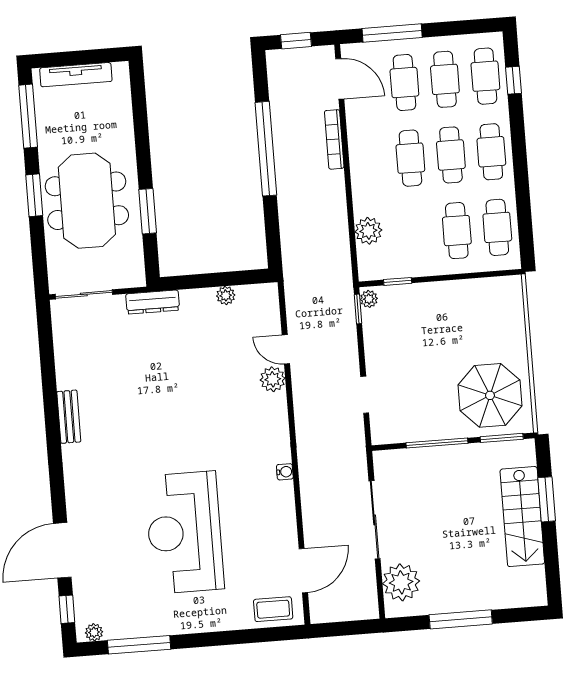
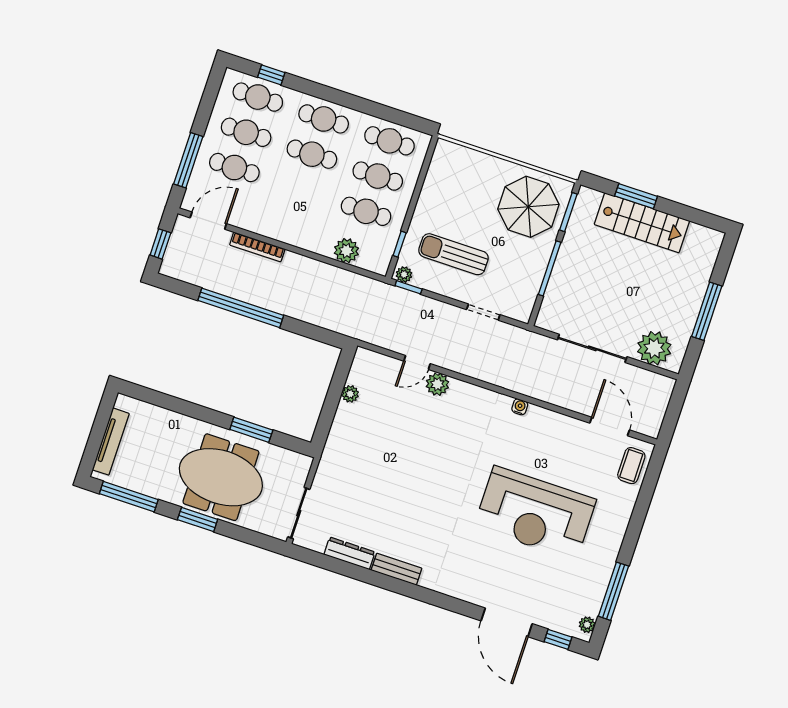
cafe table: (410, 158) -> (366, 211), moved
dresser: (153, 302) -> (349, 553), moved, turned -90
sun lounger: (410, 340) -> (453, 254), added

